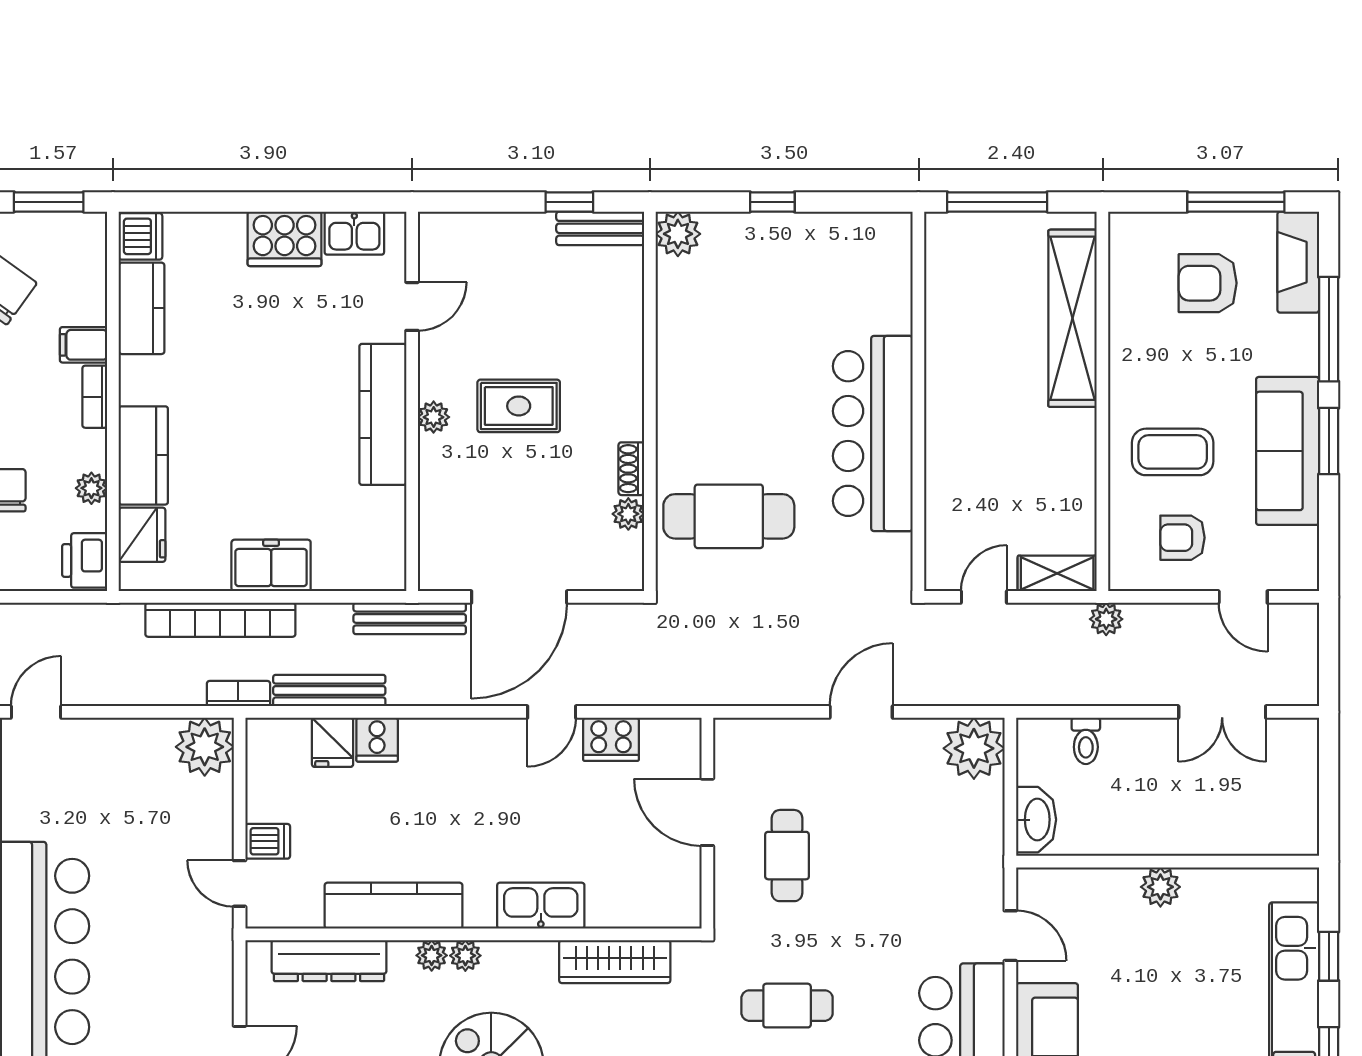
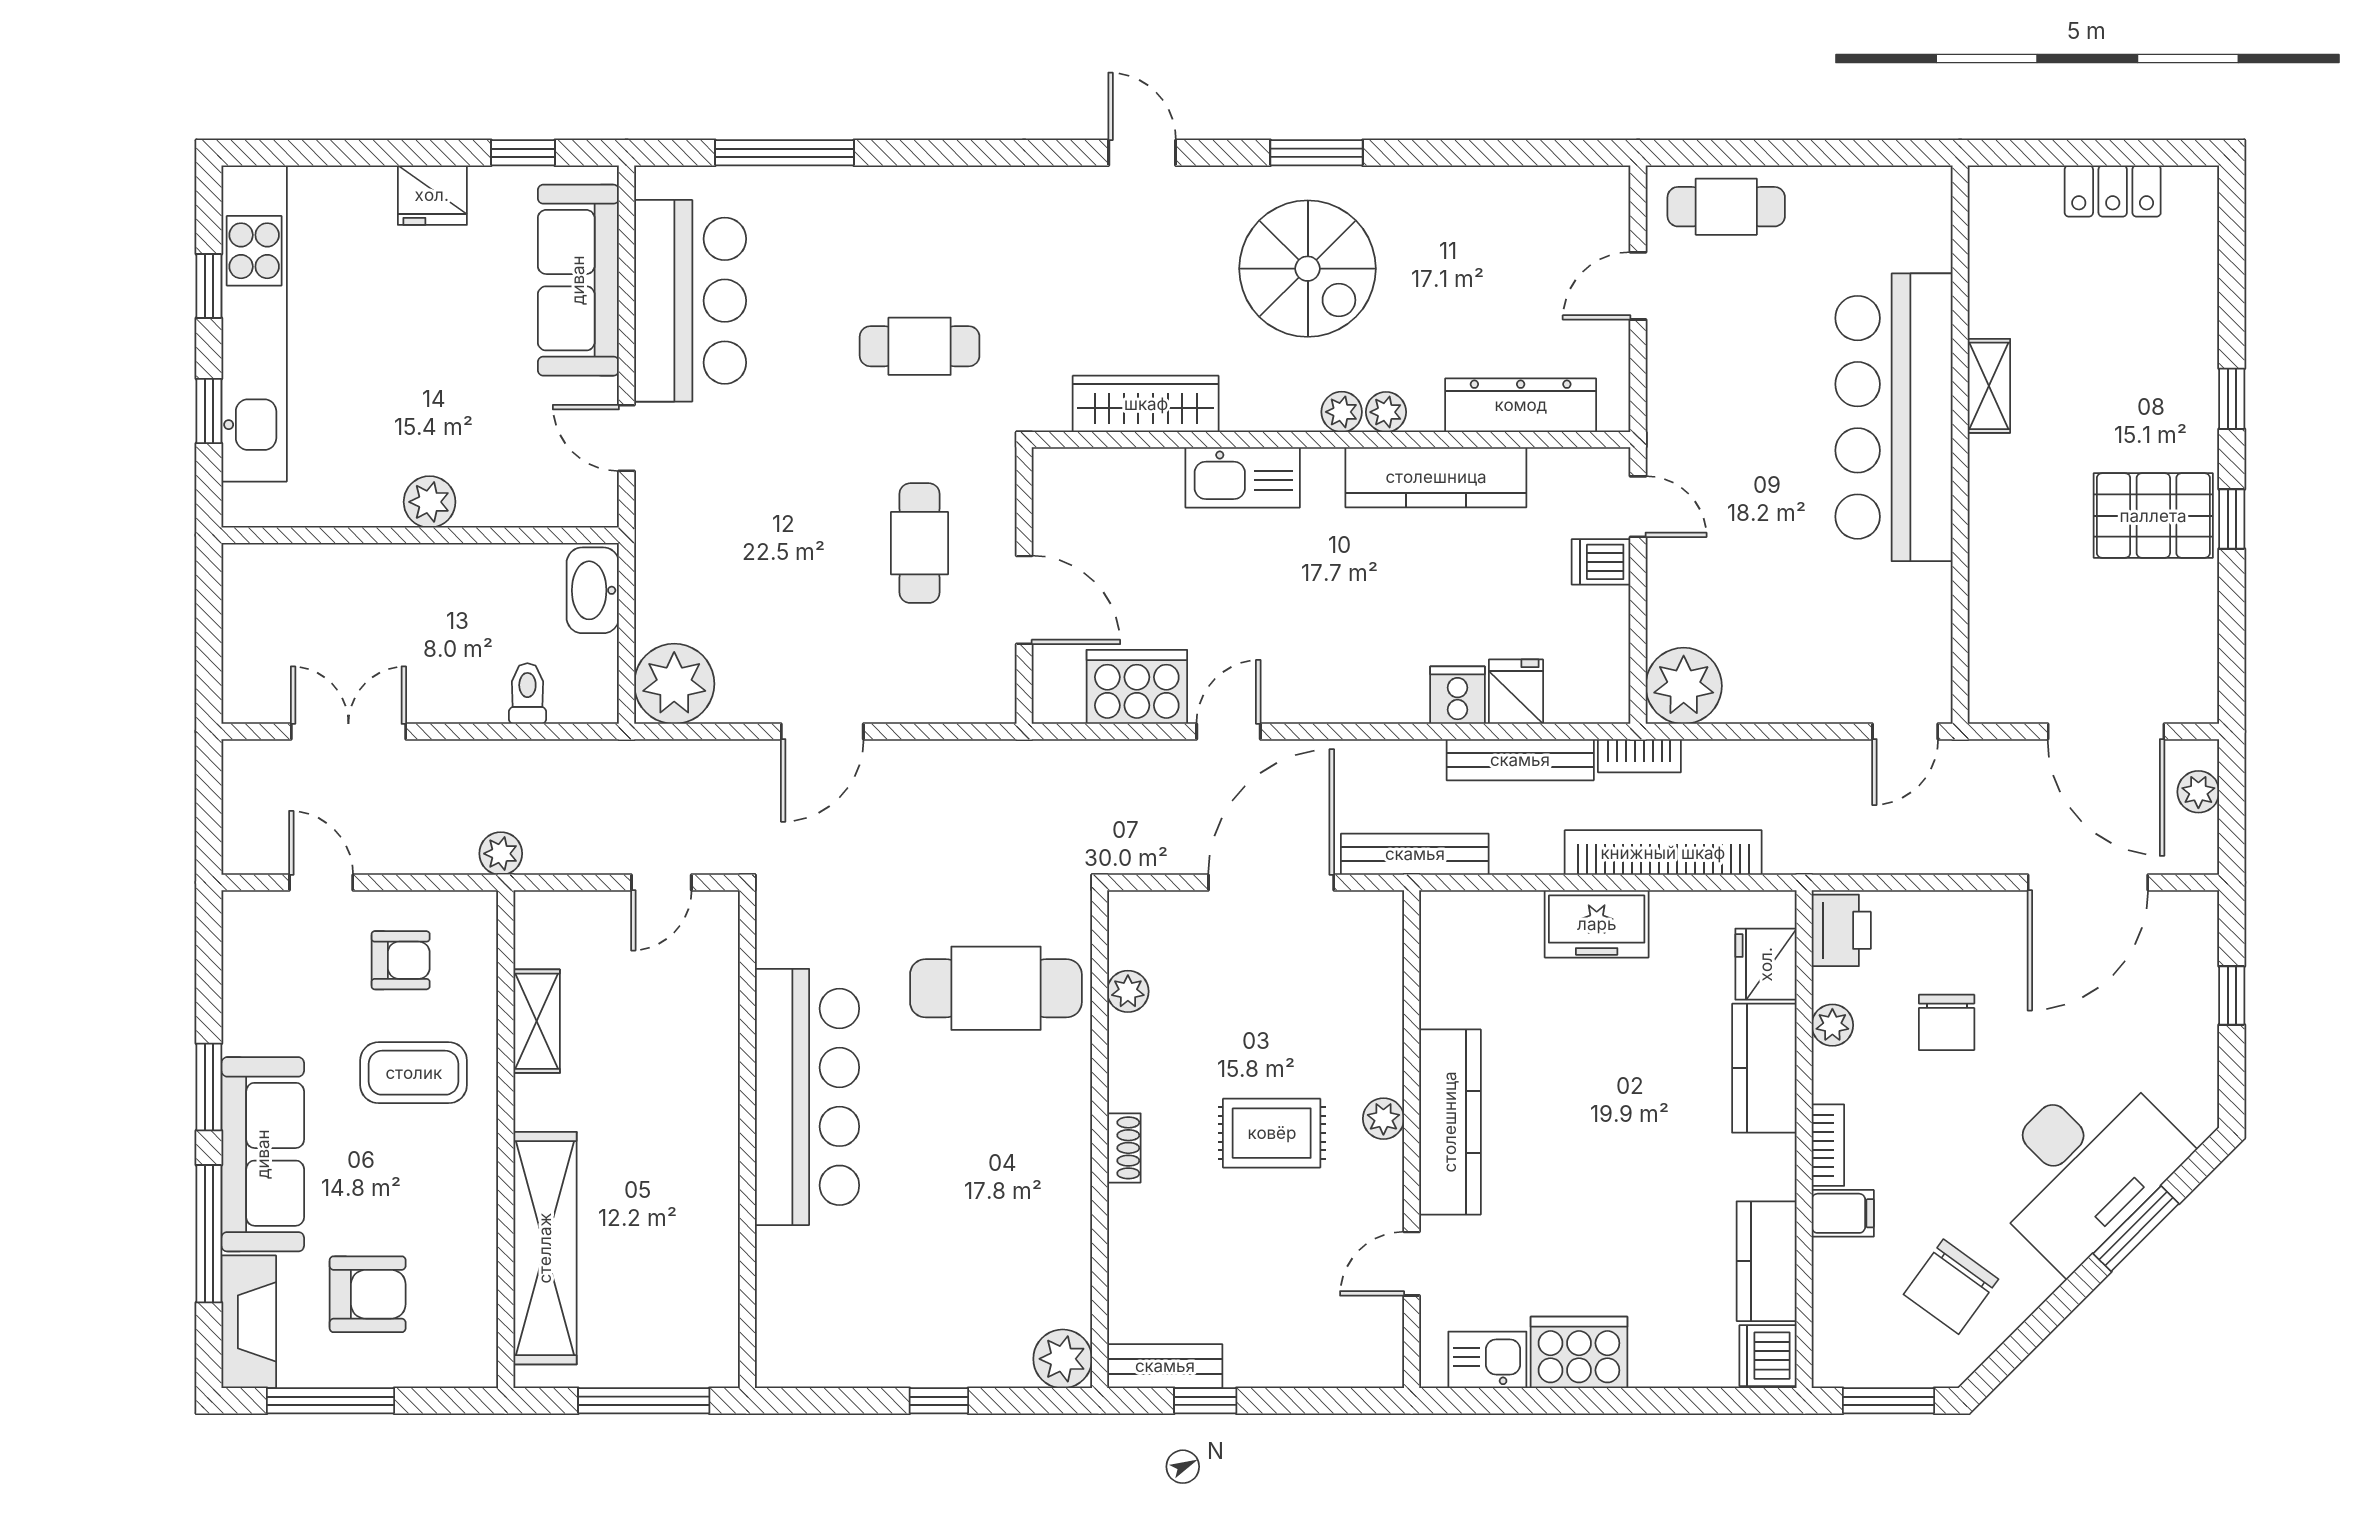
sofa: (1288, 451) -> (263, 1154), moved
shoe rack: (631, 469) -> (1124, 1148), moved
shelving: (1057, 573) -> (537, 1021), moved, turned 90
cooker: (611, 739) -> (1137, 687), width x1.37, depth x1.31

